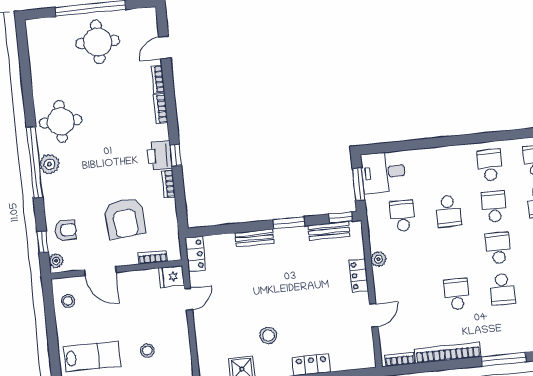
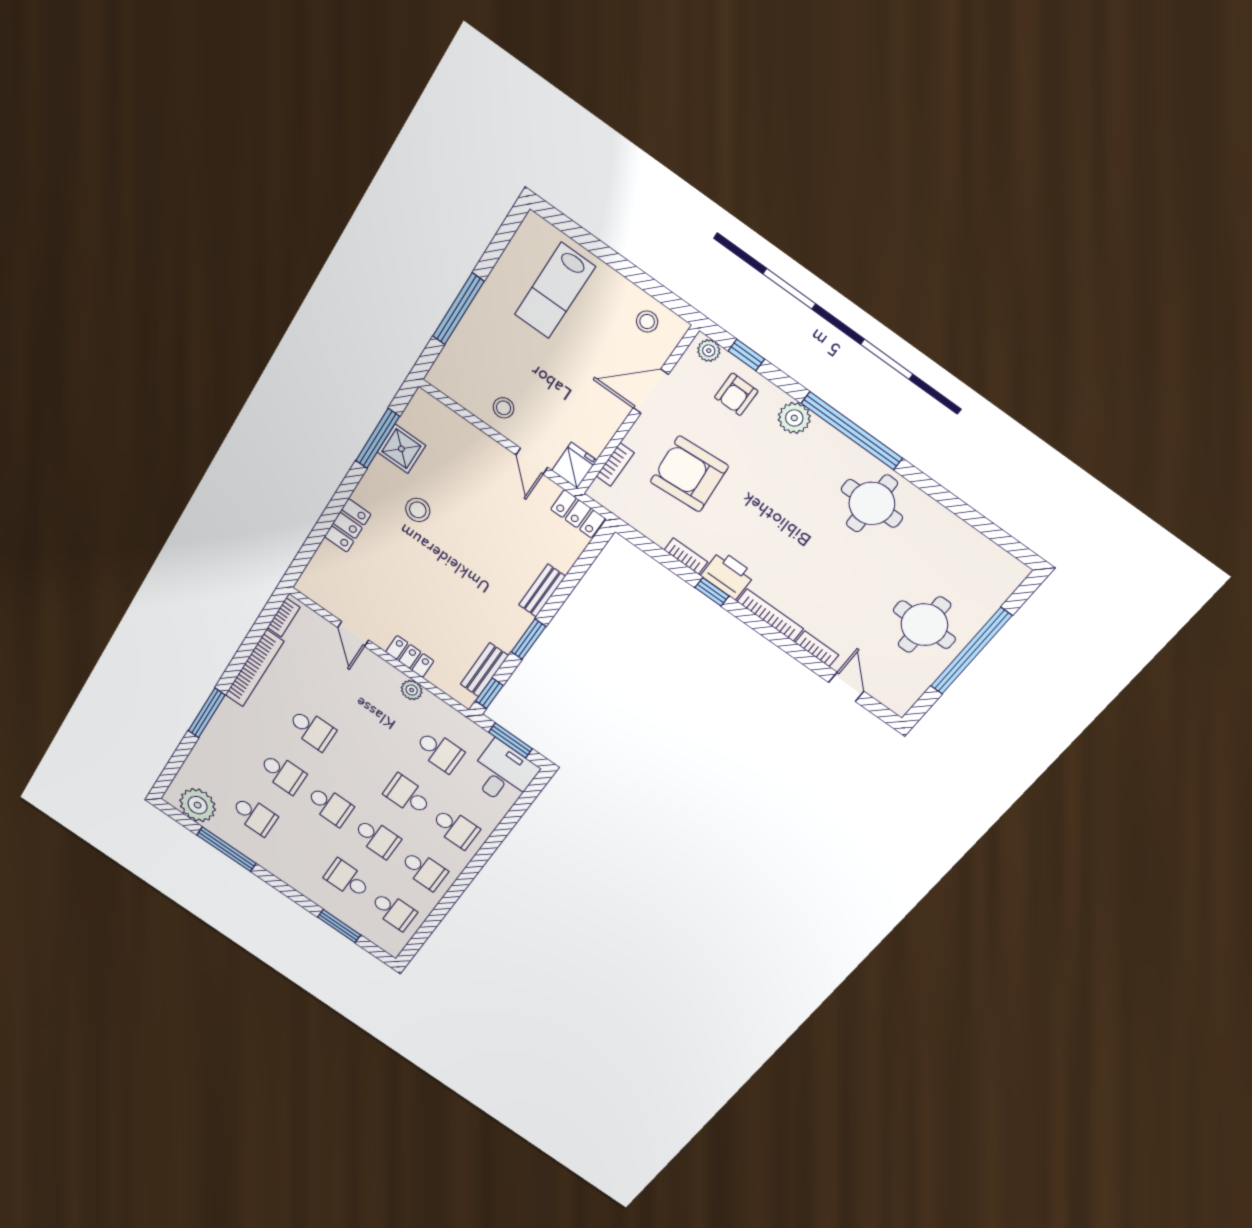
bookcase: (161, 109) -> (770, 615), width x1.56
plant: (49, 164) -> (794, 418), moved
school desk: (444, 170) -> (455, 828), added
school desk: (502, 289) -> (283, 773), turned 180
stool: (147, 351) -> (504, 408), moved

